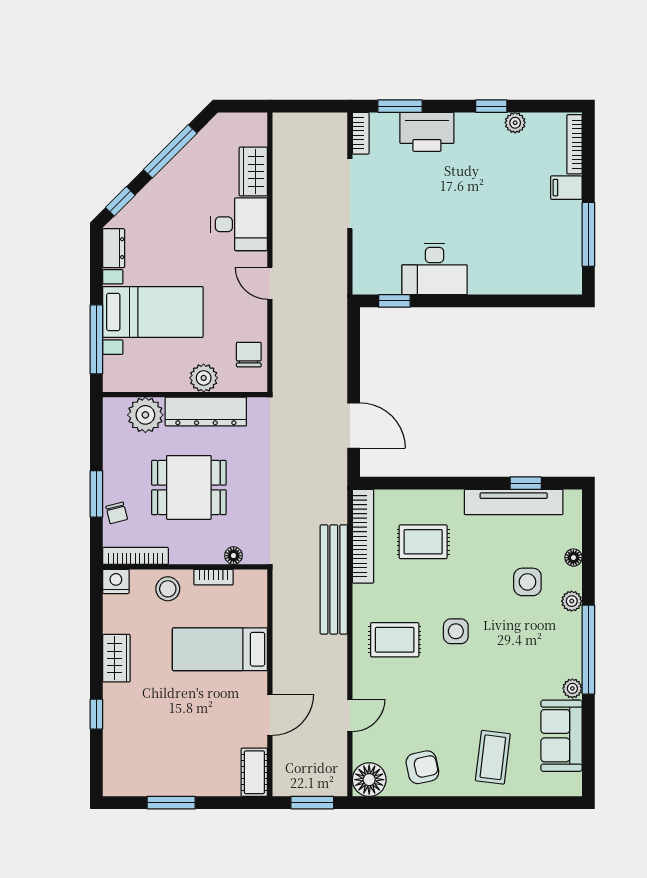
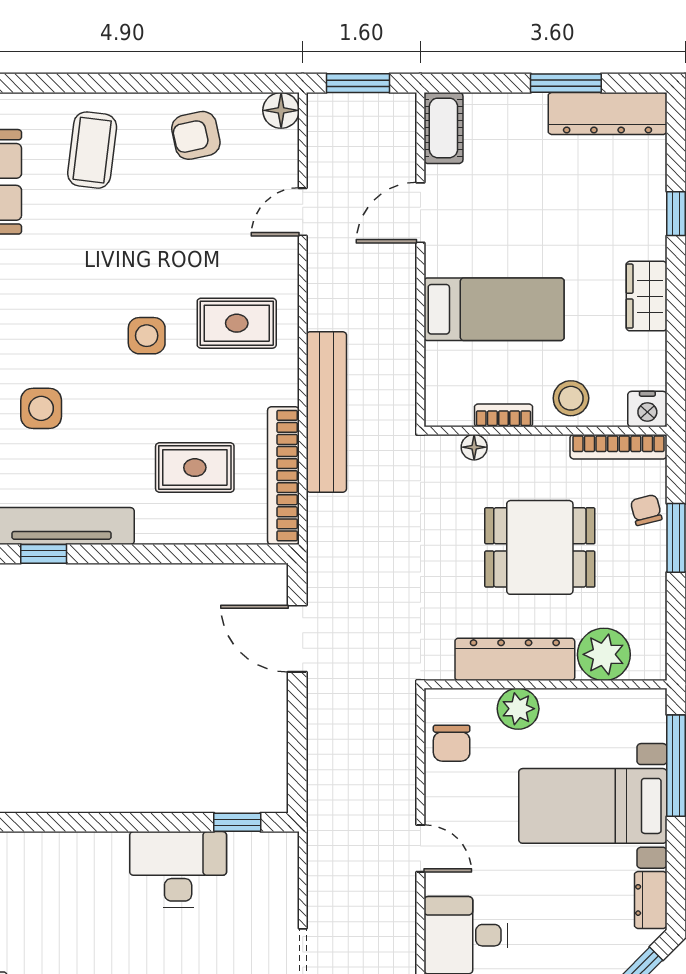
floor lamp: (369, 780) -> (281, 110), width x0.73, depth x0.73
dresser: (143, 782) -> (608, 114), added

